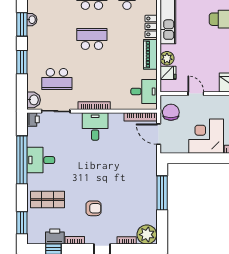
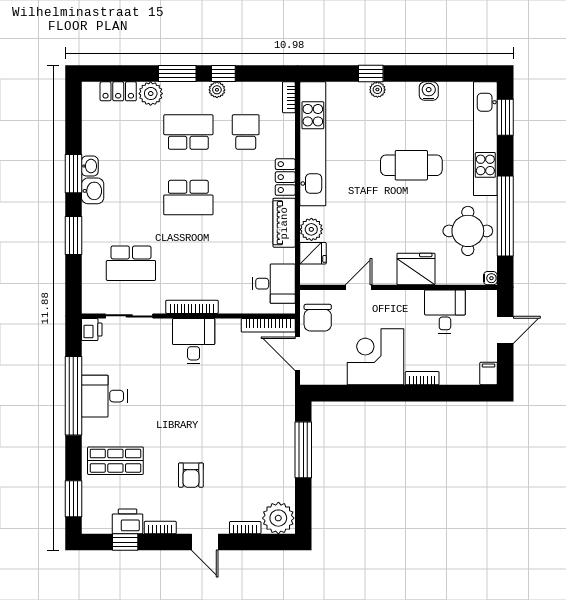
school desk: (92, 39) -> (188, 198), turned 180
door: (196, 94) -> (359, 287), hinge flipped
washbasin: (34, 100) -> (93, 191), moved
chair: (171, 112) -> (318, 318), turned 180
armchair: (94, 208) -> (191, 475), turned 90

